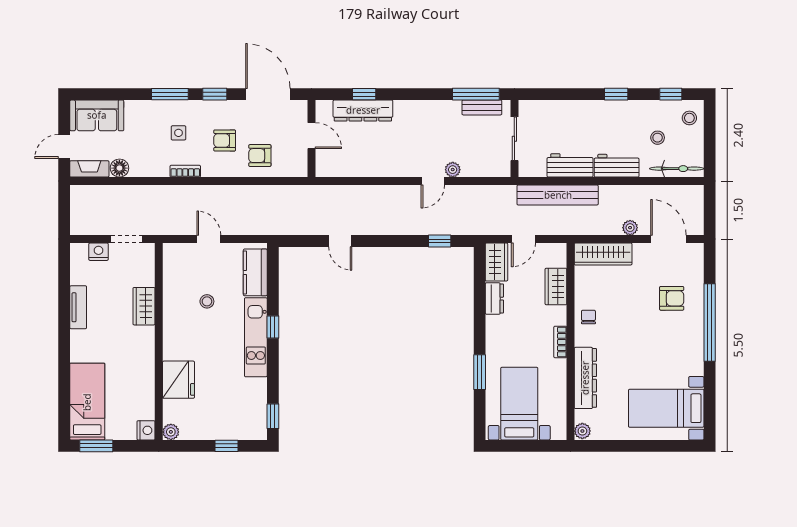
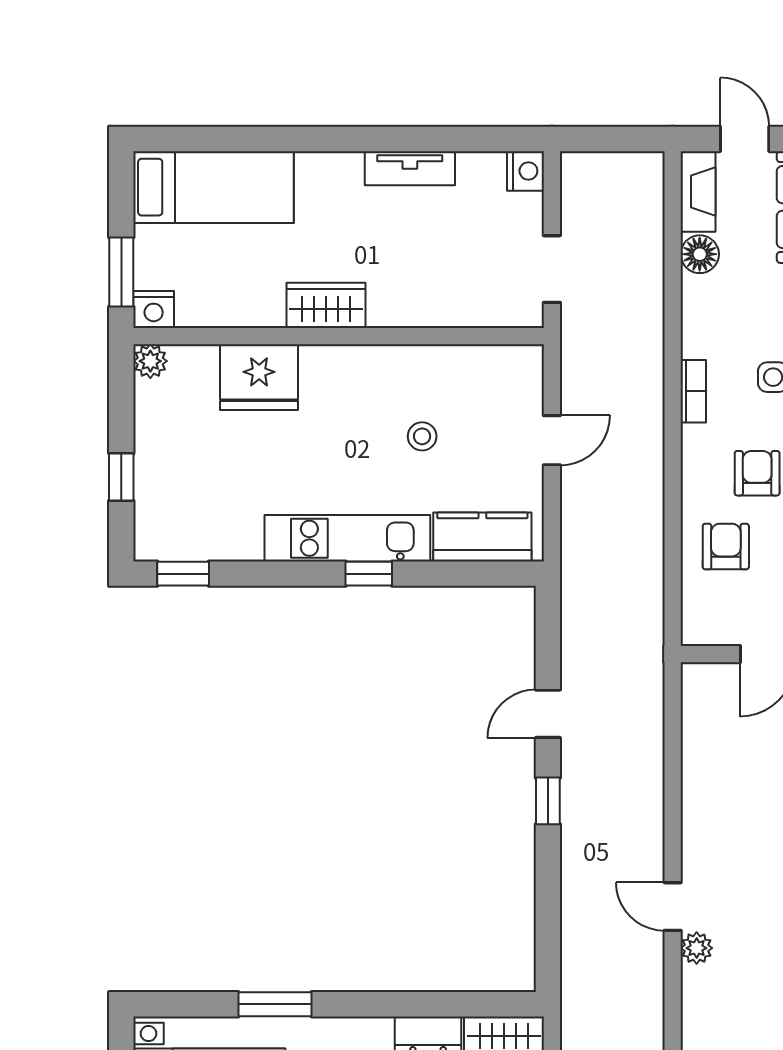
window: (440, 241) -> (548, 801), moved
nightstand: (99, 252) -> (525, 171), moved
wardrobe: (144, 306) -> (326, 305), moved
window: (96, 446) -> (121, 272), moved

